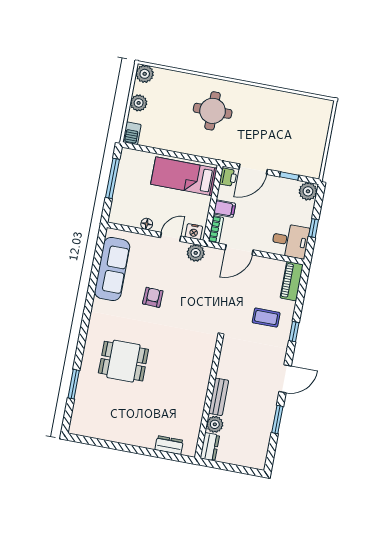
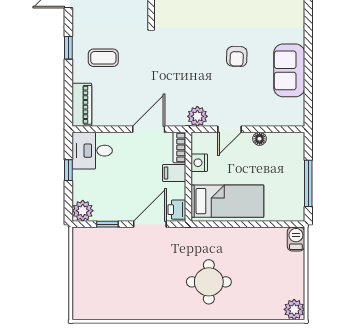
plant: (139, 103) -> (295, 275), removed
nightstand: (194, 232) -> (199, 163), moved, turned -90
sofa: (112, 269) -> (289, 70), width x0.73

